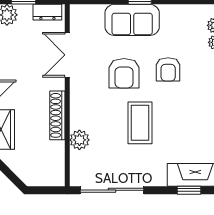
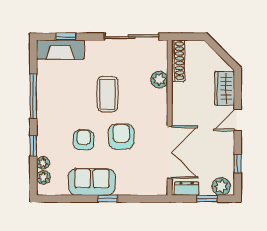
sofa: (132, 20) -> (92, 182), moved
double door: (67, 55) -> (170, 152), width x1.37
shoe rack: (57, 115) -> (178, 61), moved

